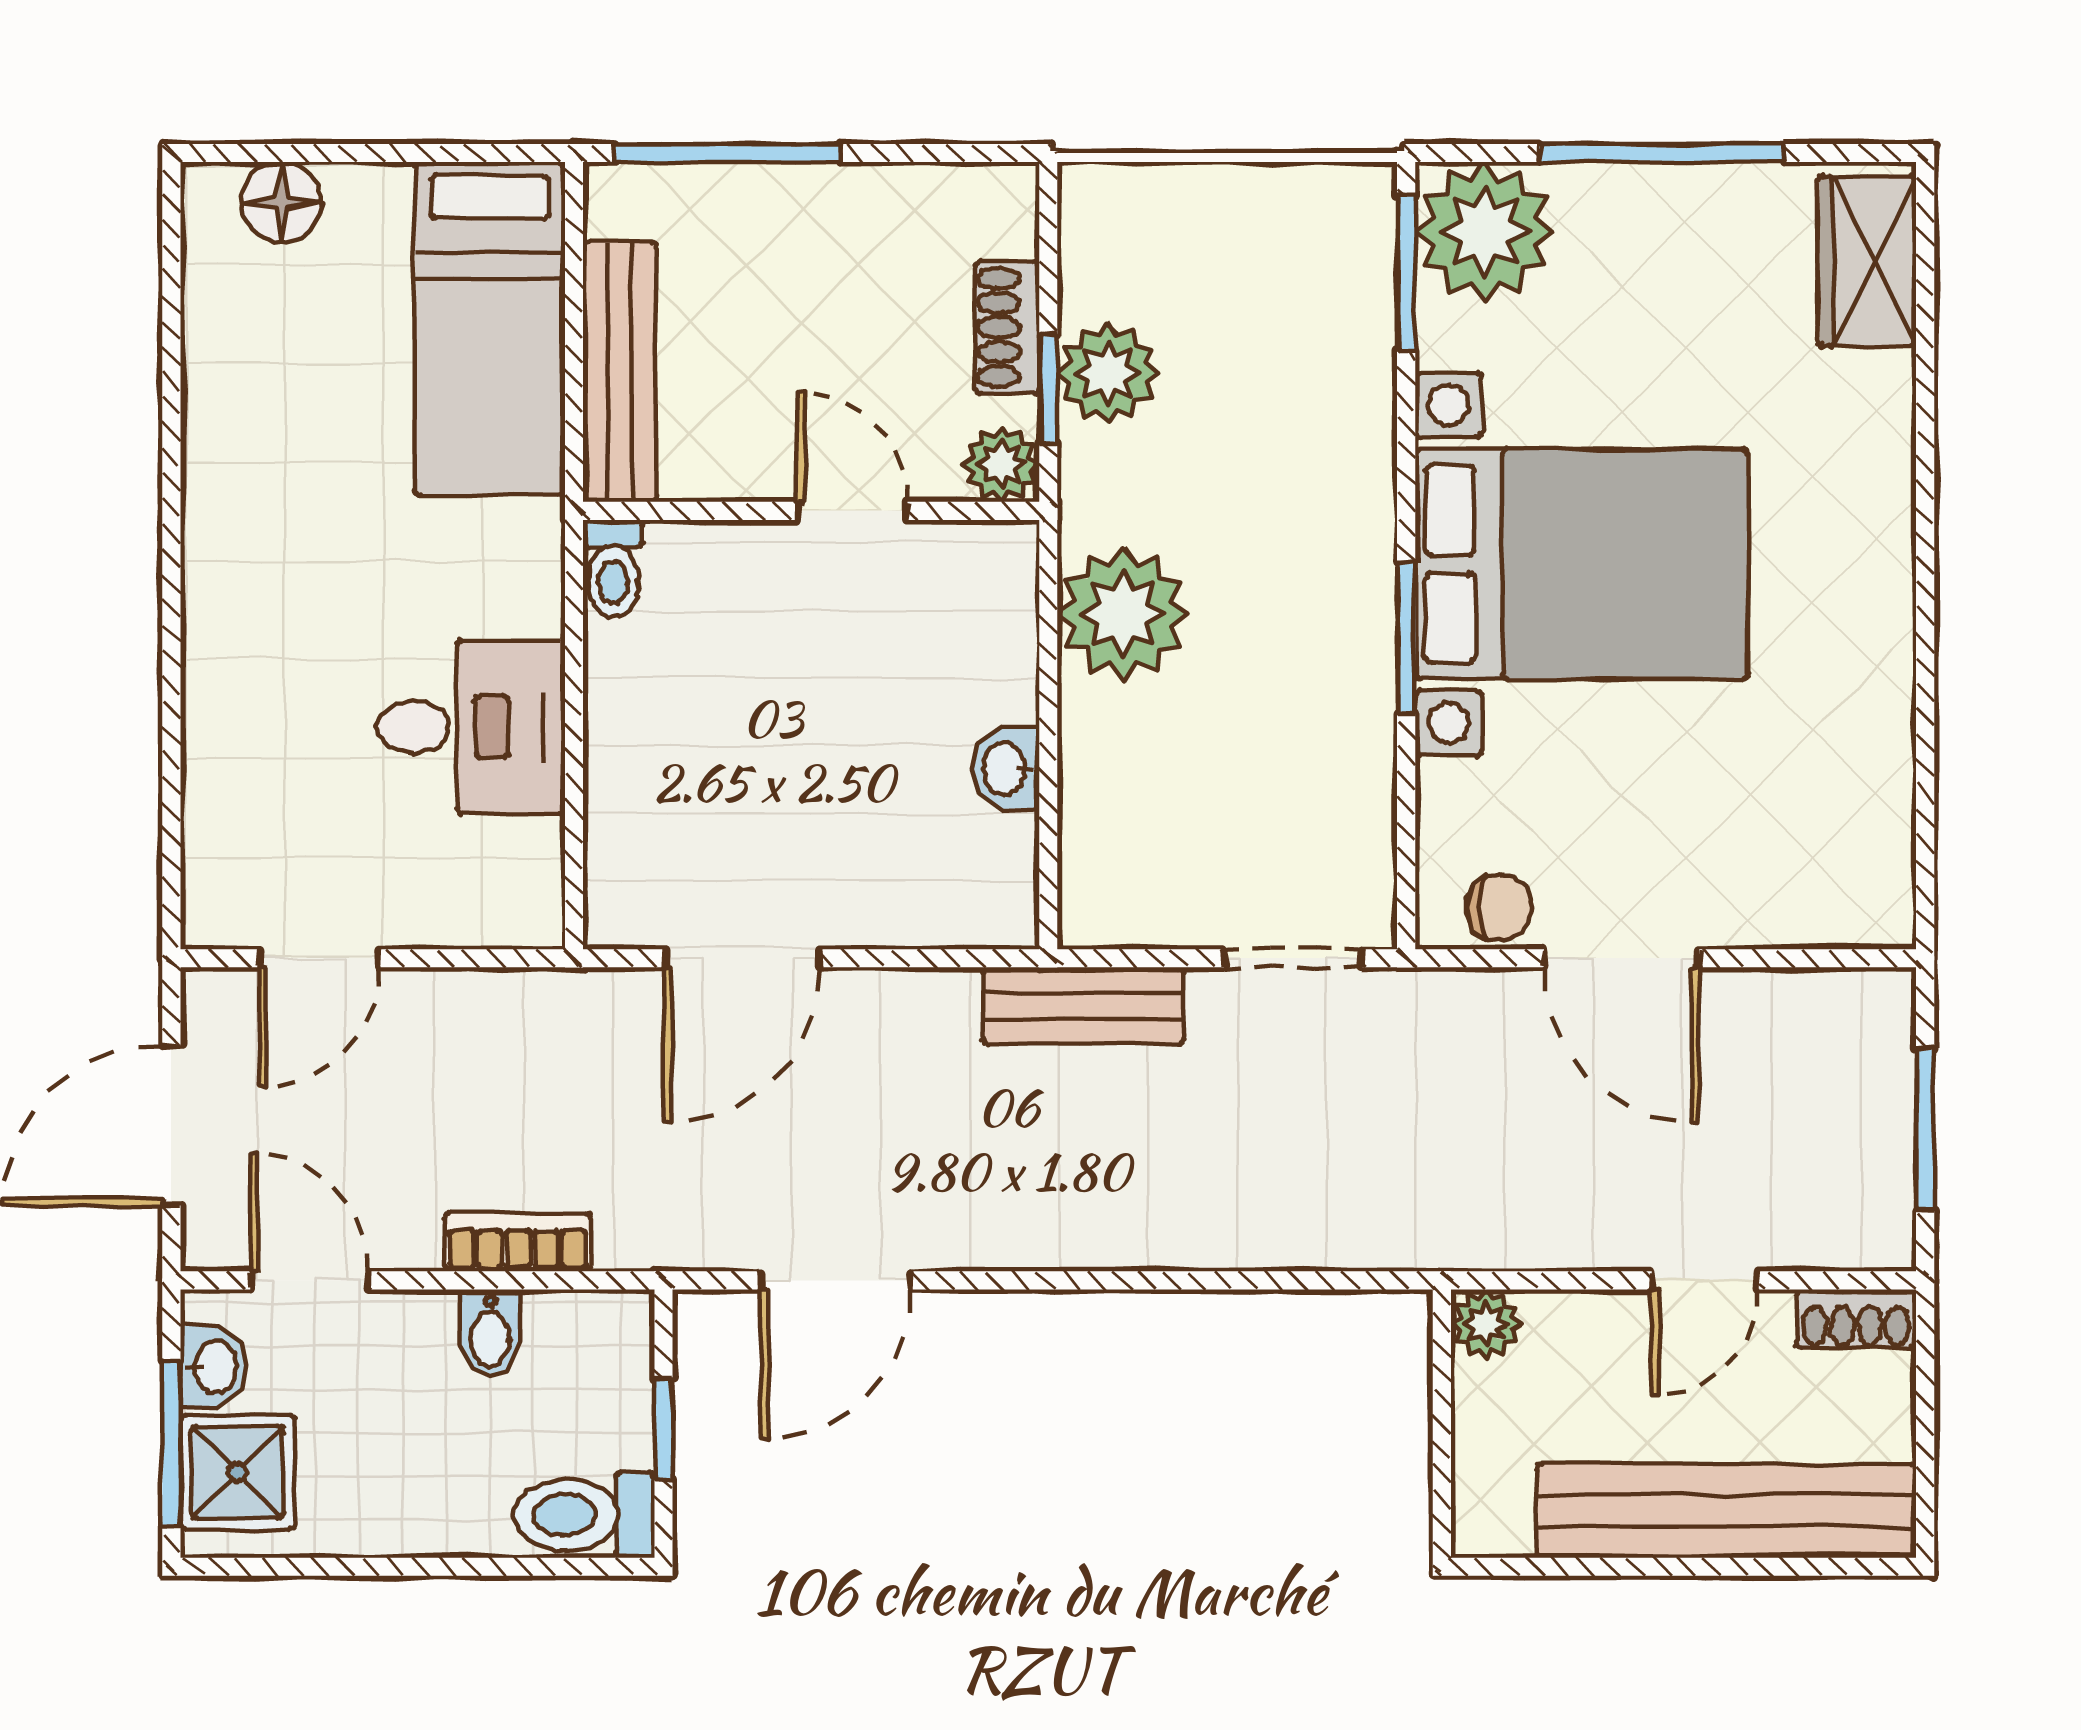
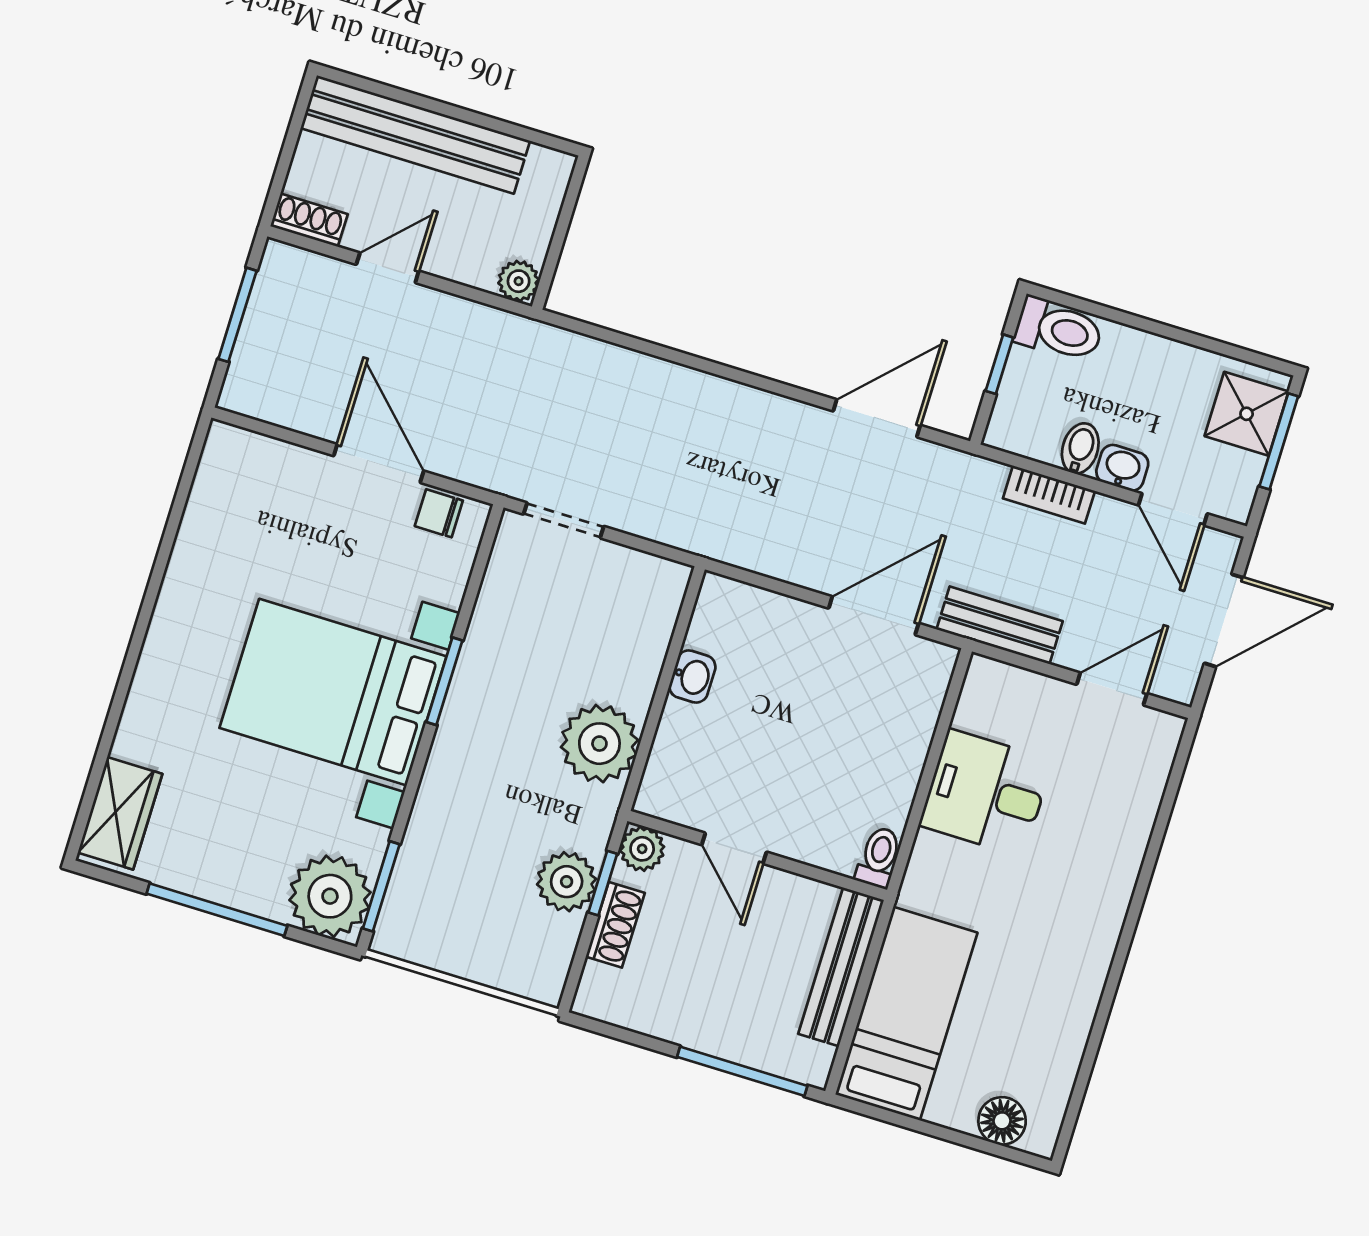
bench: (1083, 1006) -> (1000, 625), moved
washbasin: (214, 1367) -> (1122, 468), moved, turned 90

